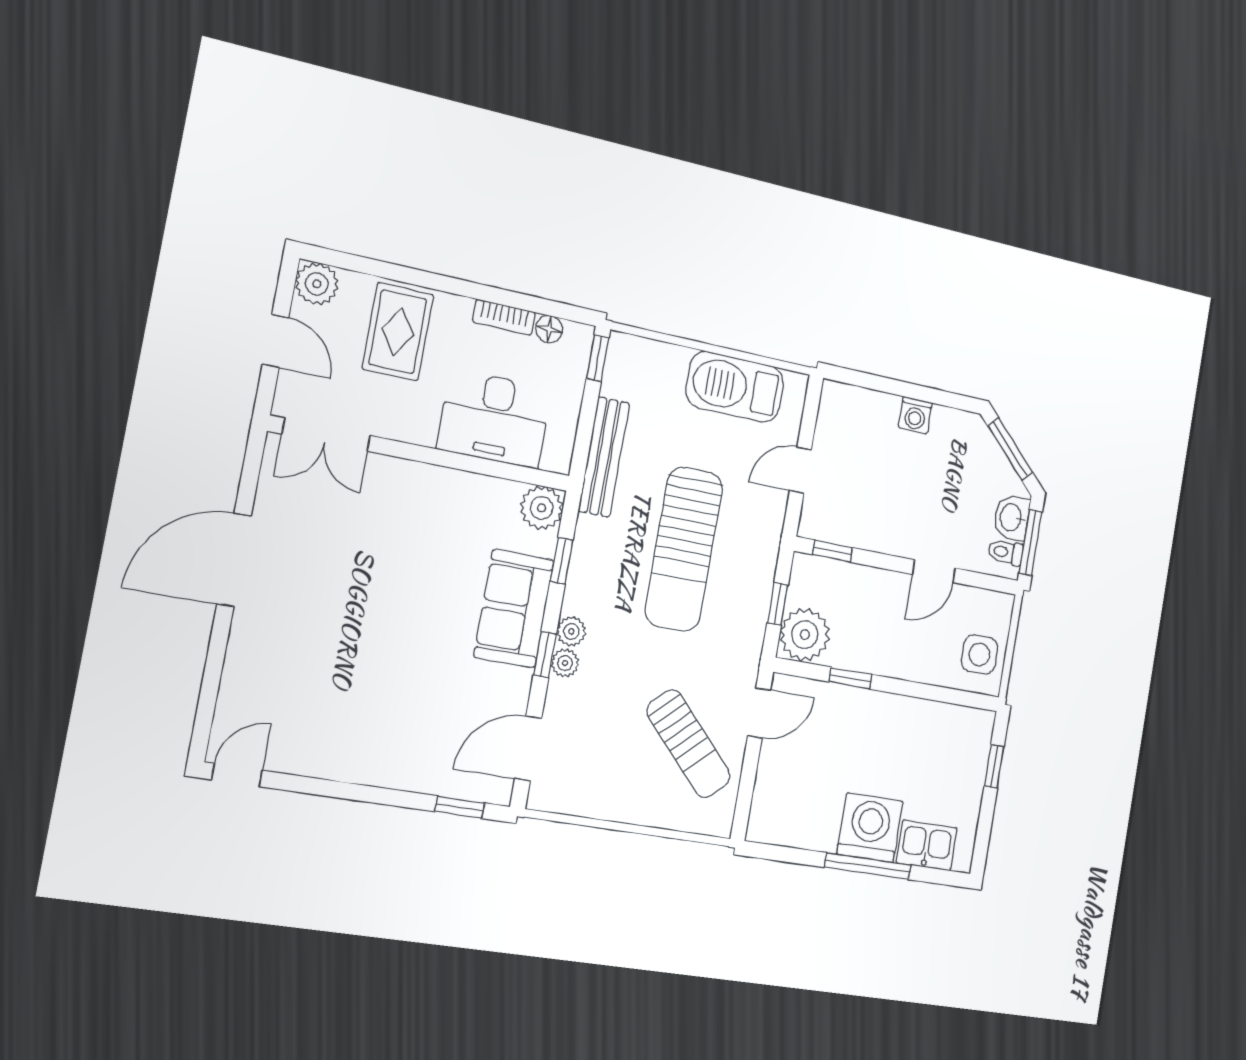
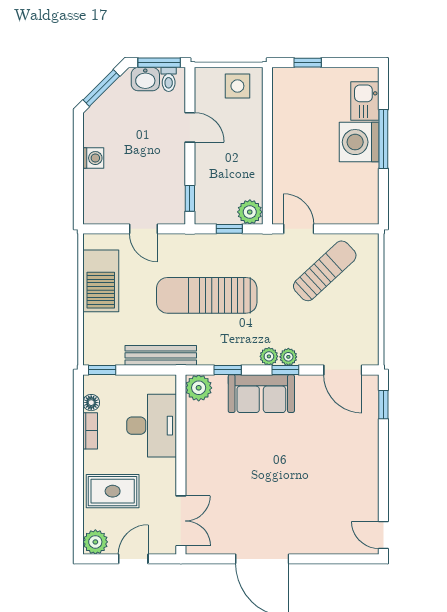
sun lounger: (684, 549) -> (207, 295), turned 180
plant: (805, 635) -> (250, 212), width x0.73, depth x0.73
window: (851, 678) -> (267, 172), removed

